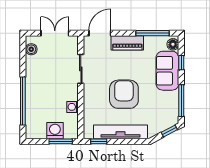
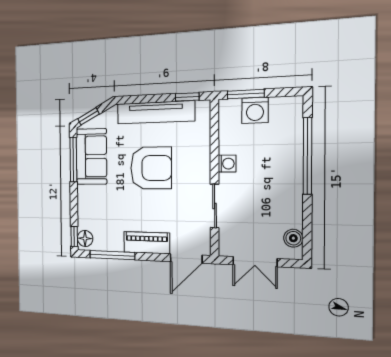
window: (181, 63) -> (74, 236), moved
sofa: (167, 71) -> (91, 157), moved
armchair: (124, 94) -> (151, 168), turned -90
washing machine: (73, 107) -> (227, 164), moved

